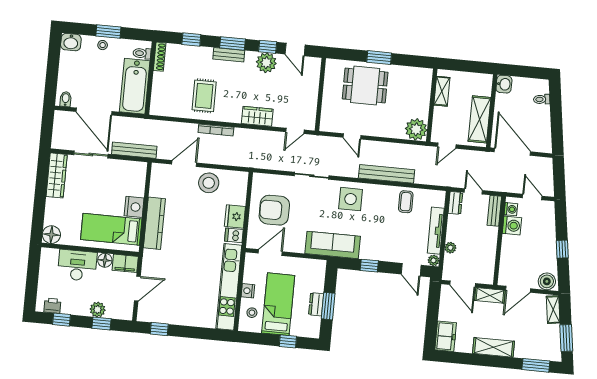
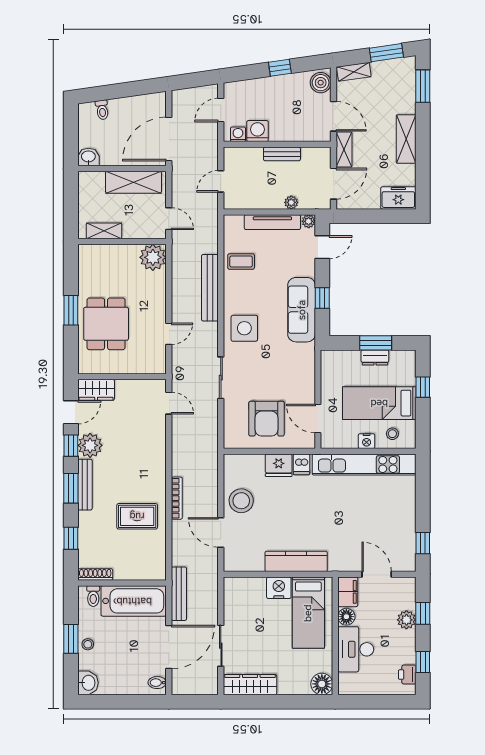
bench: (229, 55) -> (85, 485), width x1.36
wardrobe: (257, 116) -> (96, 390), moved, turned -90
bench: (134, 150) -> (179, 594), moved
dresser: (455, 203) -> (237, 202), removed
bench: (494, 211) -> (282, 154), moved
sofa: (333, 245) -> (302, 310), moved

